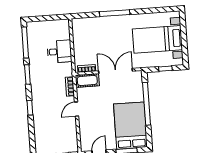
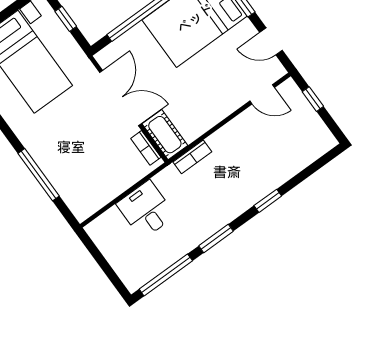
window: (115, 13) -> (39, 175), moved
double door: (116, 71) -> (121, 98), swing flipped
door: (76, 109) -> (262, 94), moved

